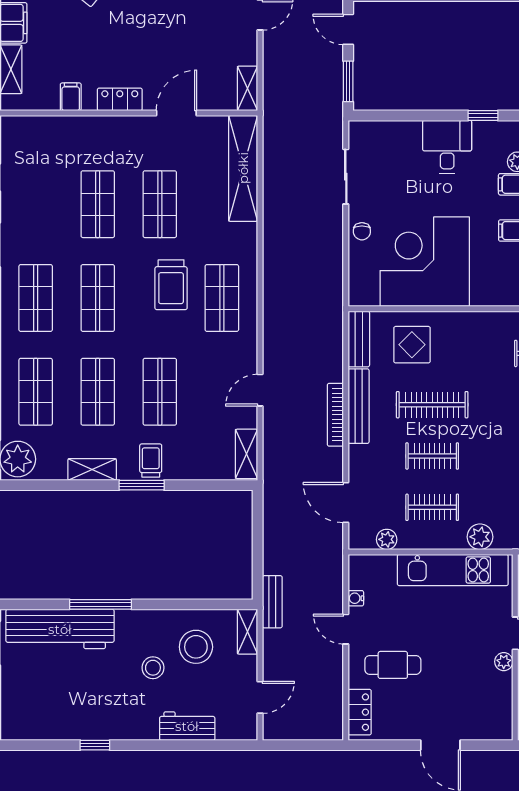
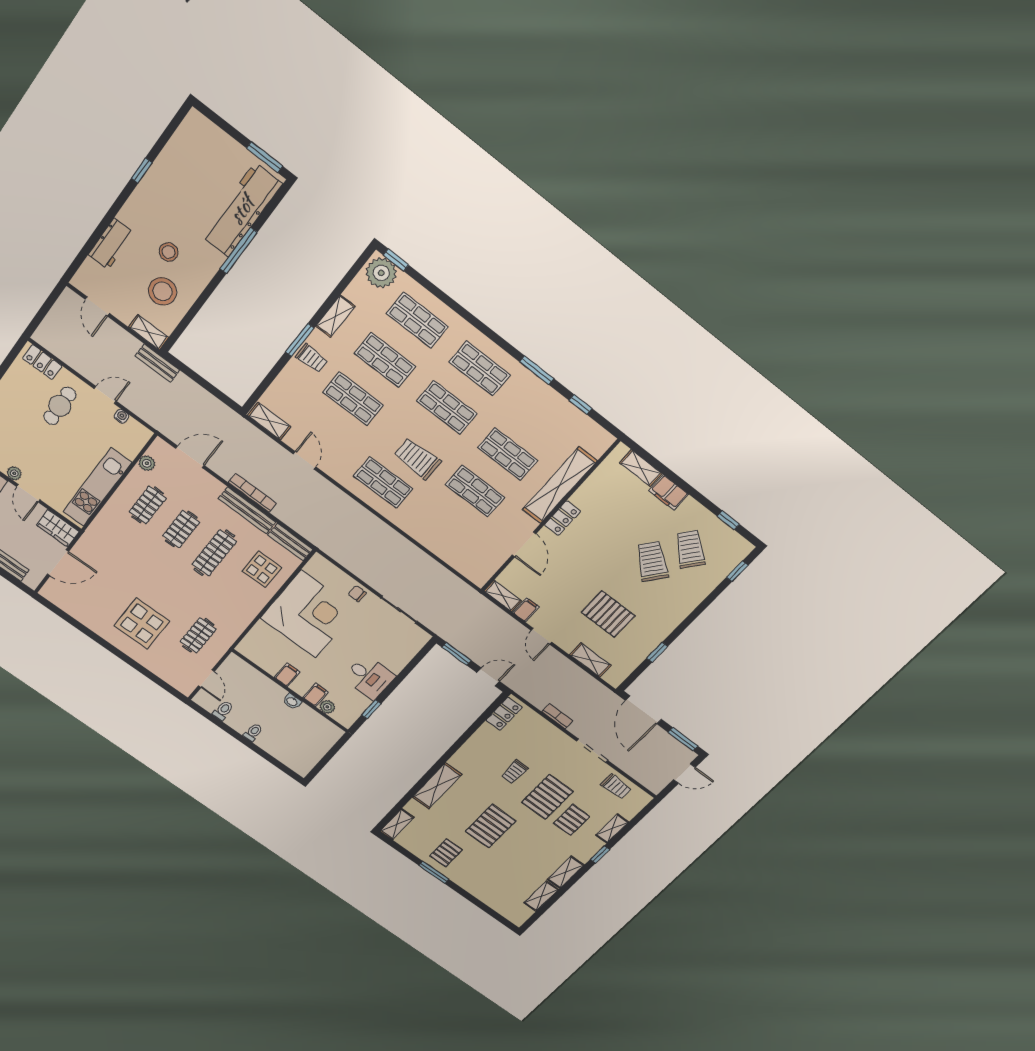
filing cabinet: (71, 97) -> (526, 610), moved, turned -90
shelving: (243, 168) -> (560, 485), moved, turned 90
plant: (480, 537) -> (107, 518), removed

